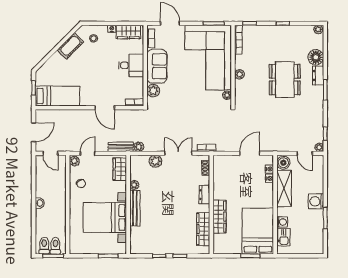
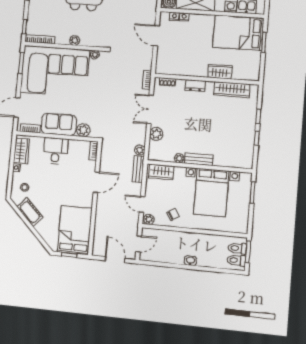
bed: (57, 96) -> (75, 230), width x1.50
bench: (135, 208) -> (199, 159), width x0.73
wardrobe: (219, 217) -> (220, 72), width x0.67

